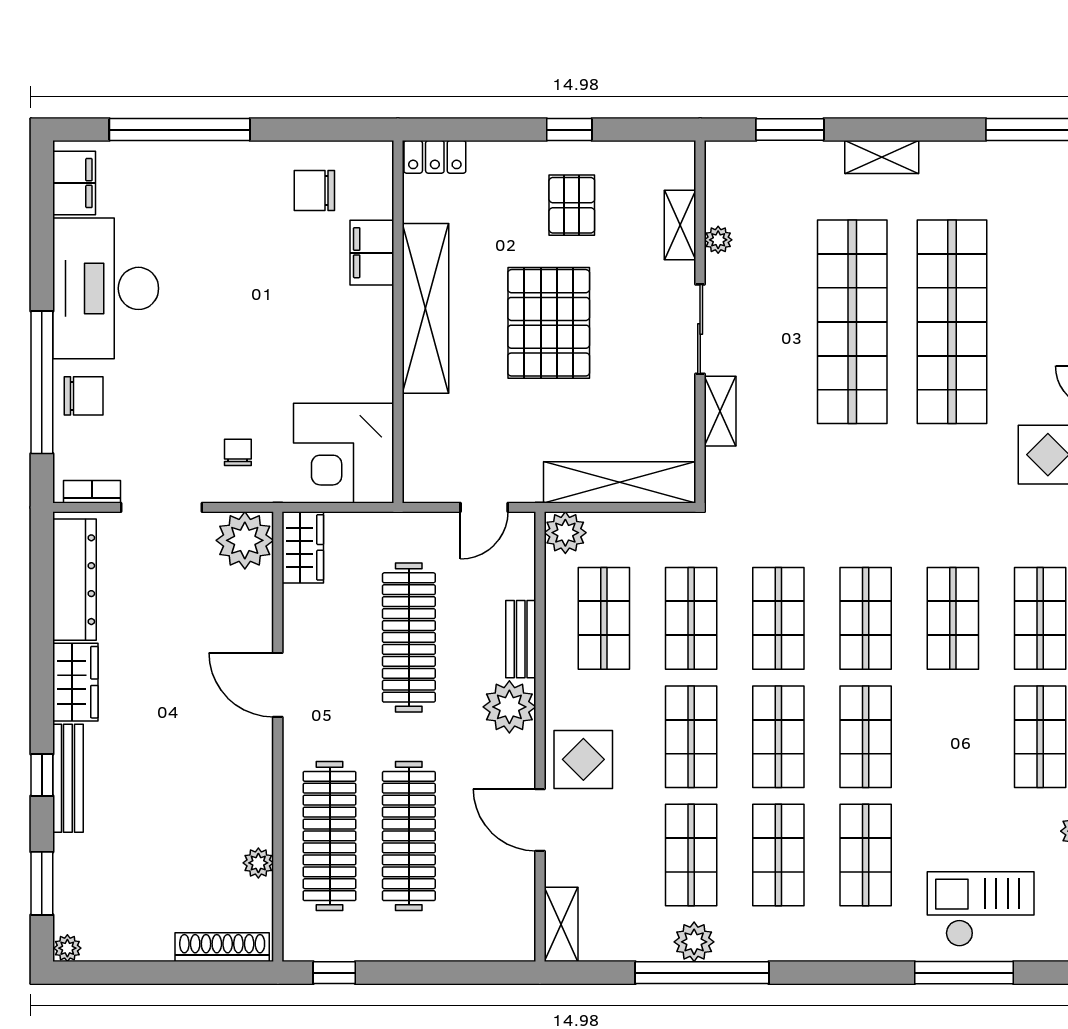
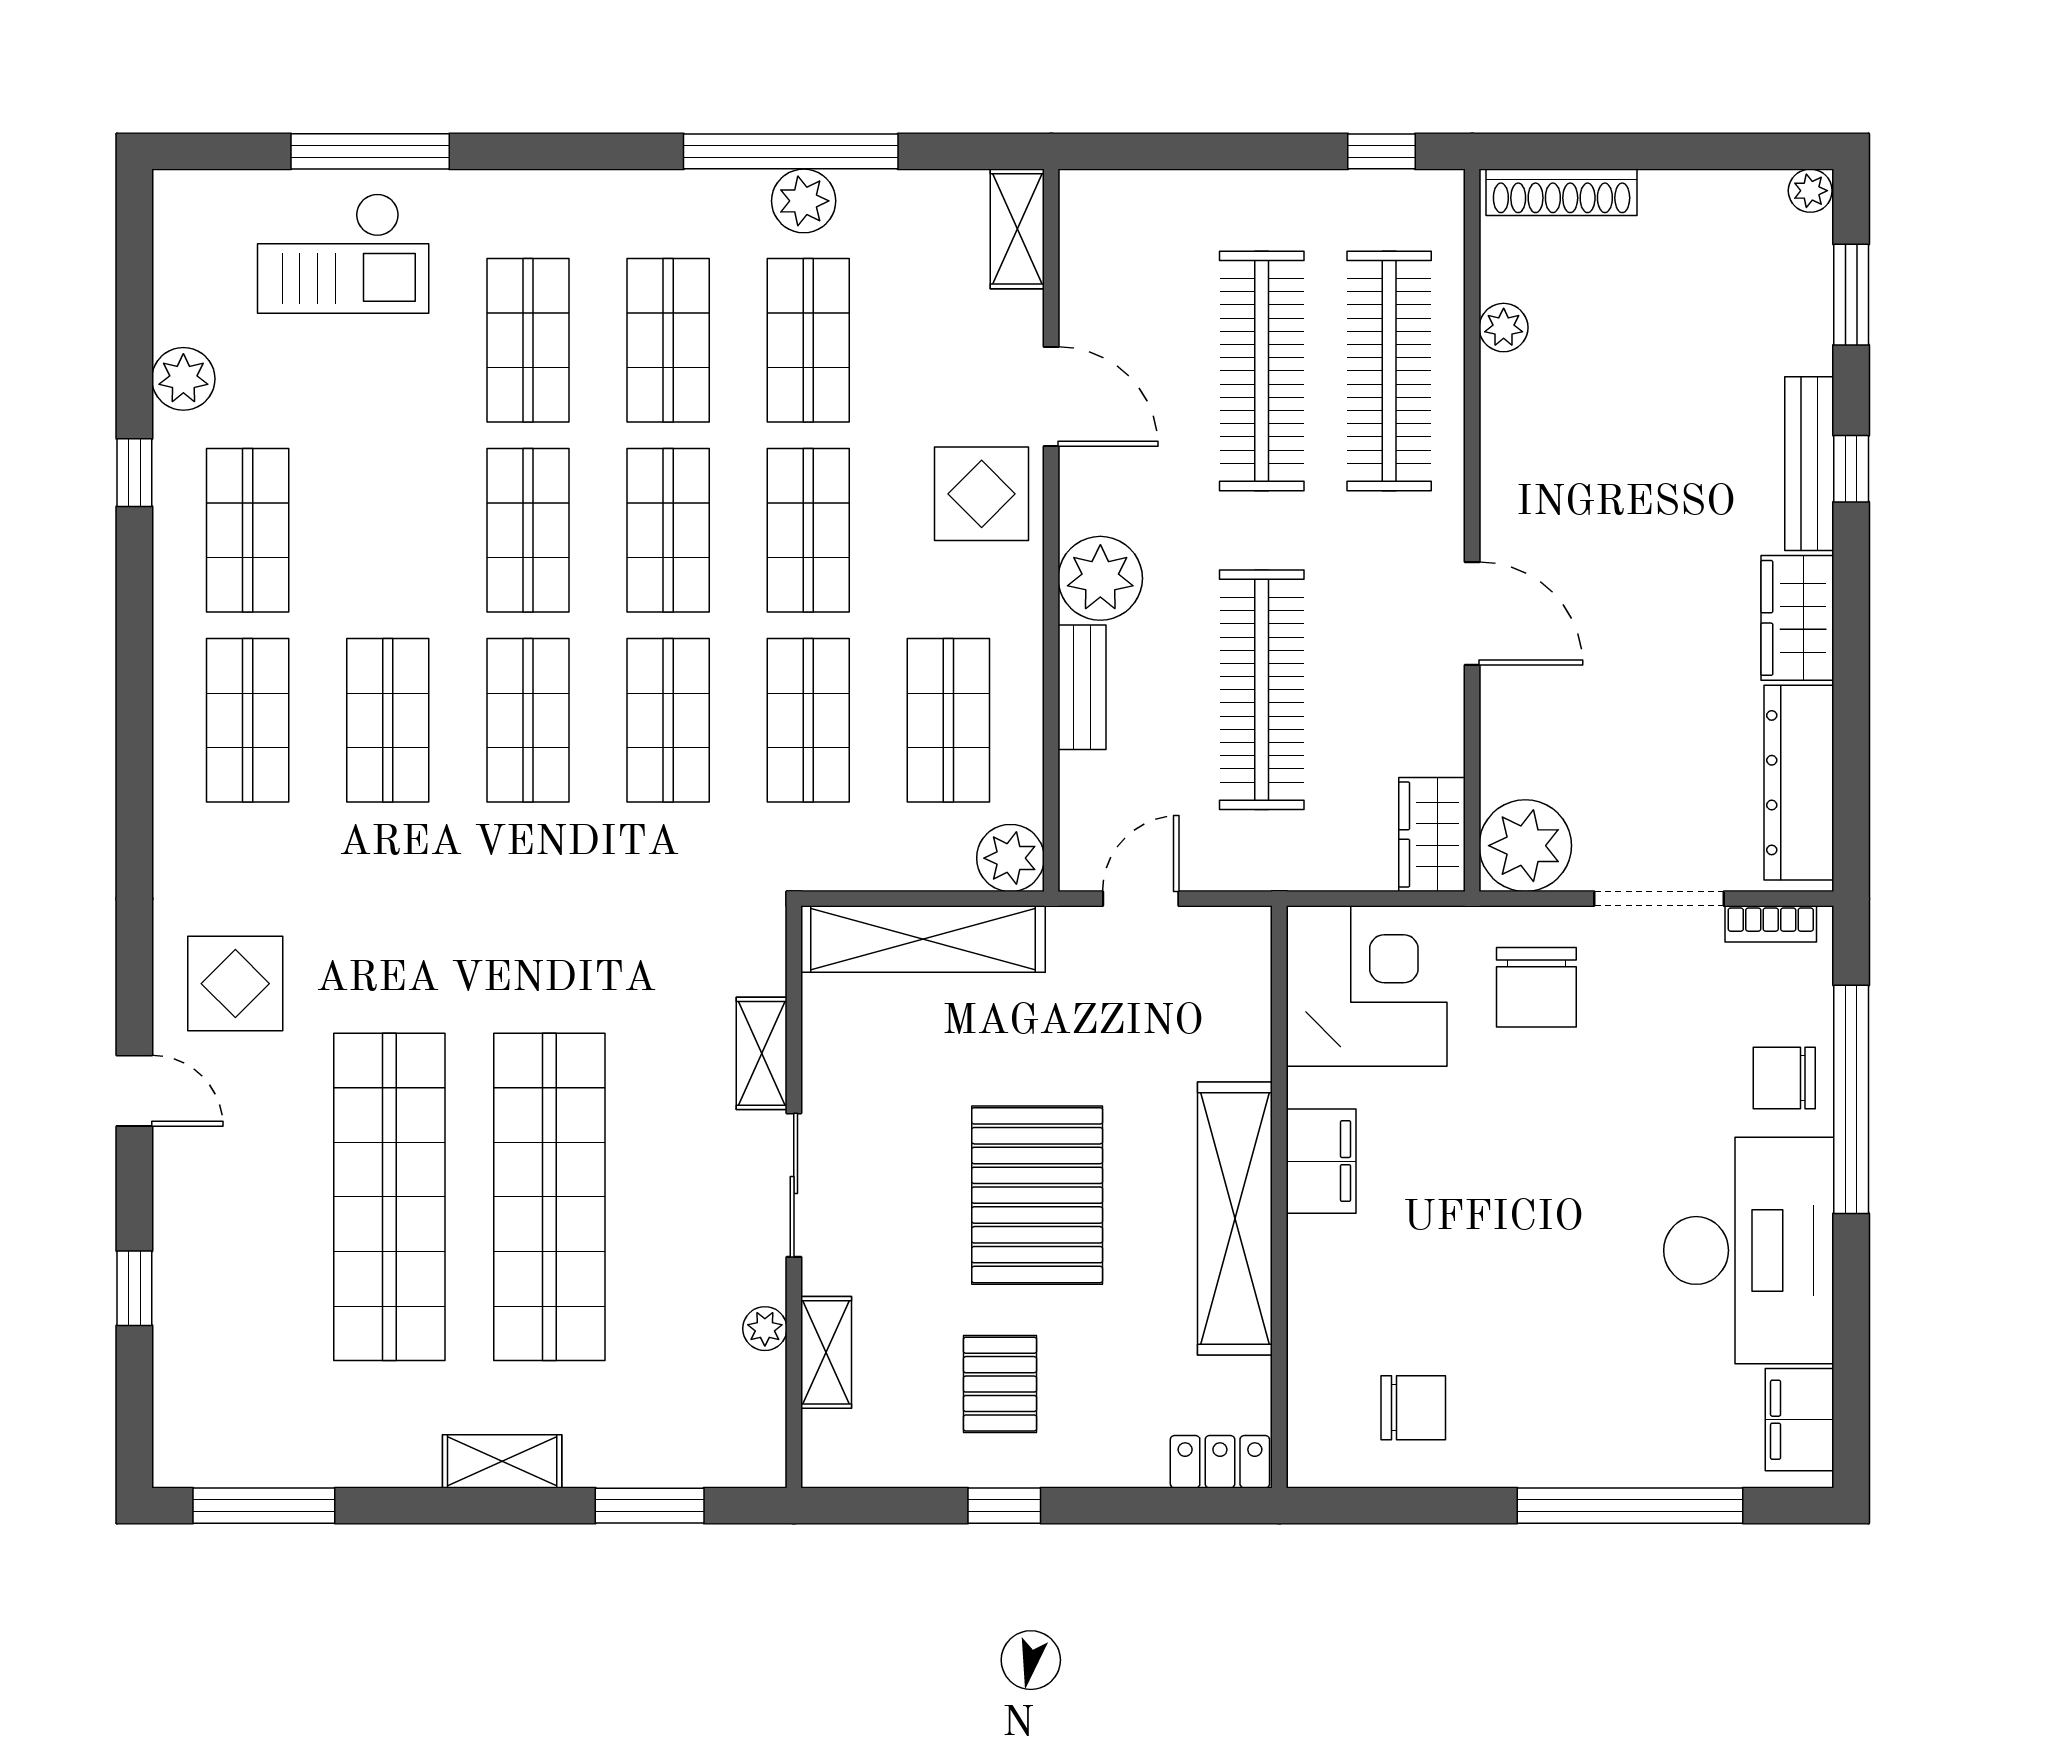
filing cabinet: (372, 253) -> (1321, 1161), moved
chair: (238, 452) -> (1536, 987), width x1.87, depth x1.87

